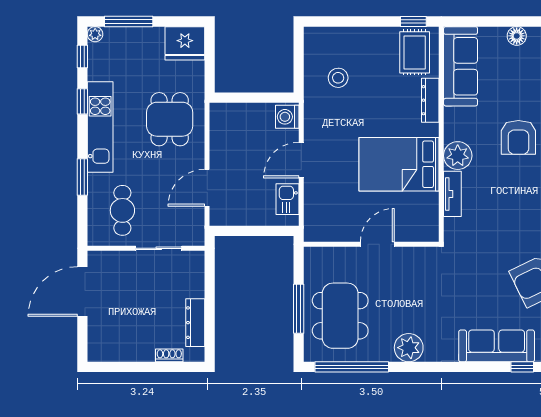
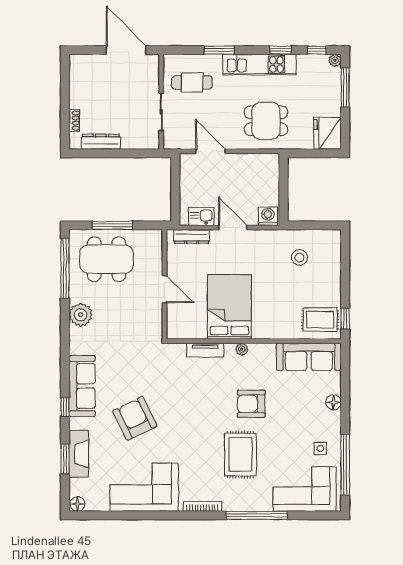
dresser: (430, 100) -> (192, 236), moved, turned 180
plant: (458, 156) -> (242, 349), width x0.53, depth x0.53

